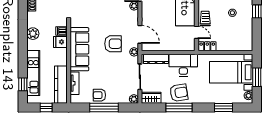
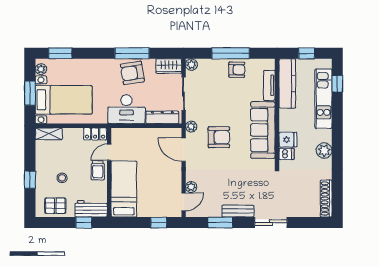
door: (197, 32) -> (109, 152), hinge flipped
armchair: (113, 44) -> (219, 137), turned 180
shelving: (243, 46) -> (49, 134), added
window: (223, 108) -> (60, 53), moved

